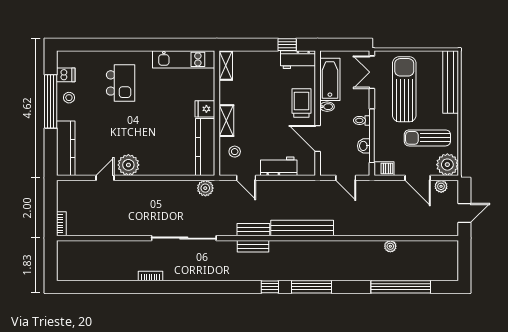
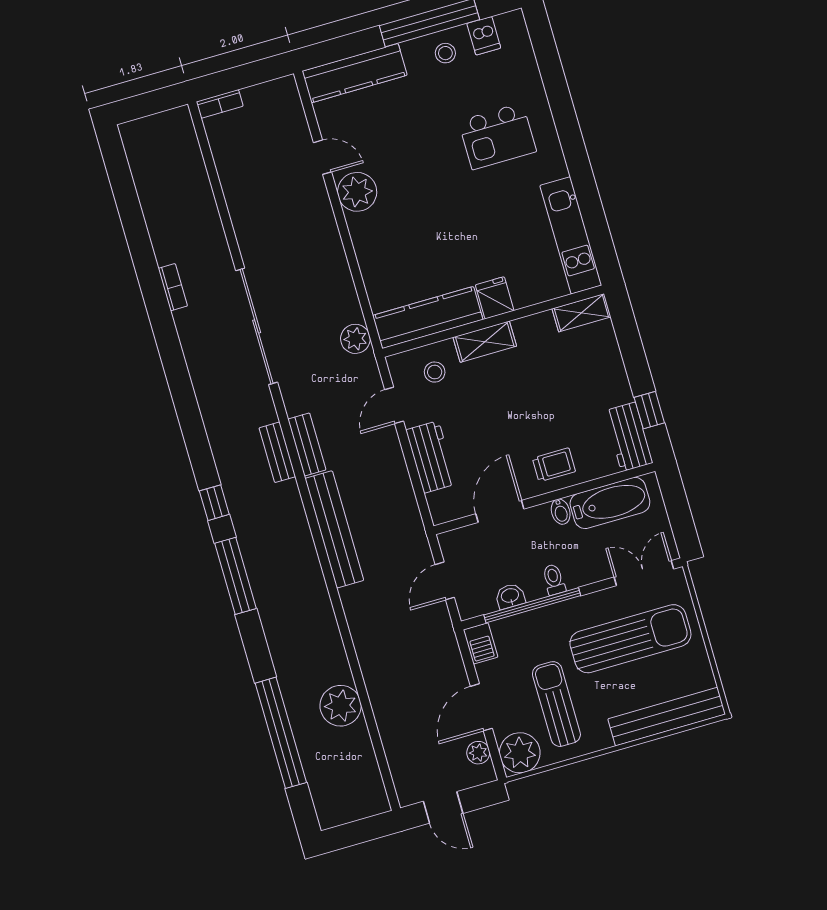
trolley: (301, 103) -> (554, 465), width x0.73, depth x0.72
plant: (390, 246) -> (341, 706), width x1.87, depth x1.87

